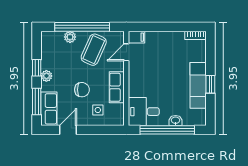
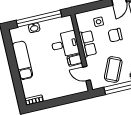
filing cabinet: (137, 37) -> (75, 60), moved
door: (126, 52) -> (86, 74), swing flipped
window: (210, 84) -> (13, 64), removed
desk: (144, 112) -> (65, 44), moved

